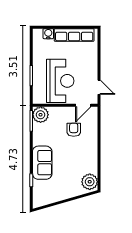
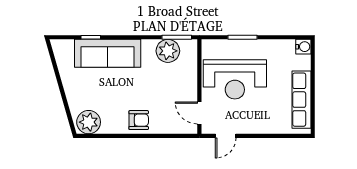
water cooler: (48, 34) -> (303, 47), moved
plant: (41, 115) -> (168, 51), moved
armchair: (74, 130) -> (139, 120), moved
sofa: (42, 163) -> (108, 53), width x1.36

